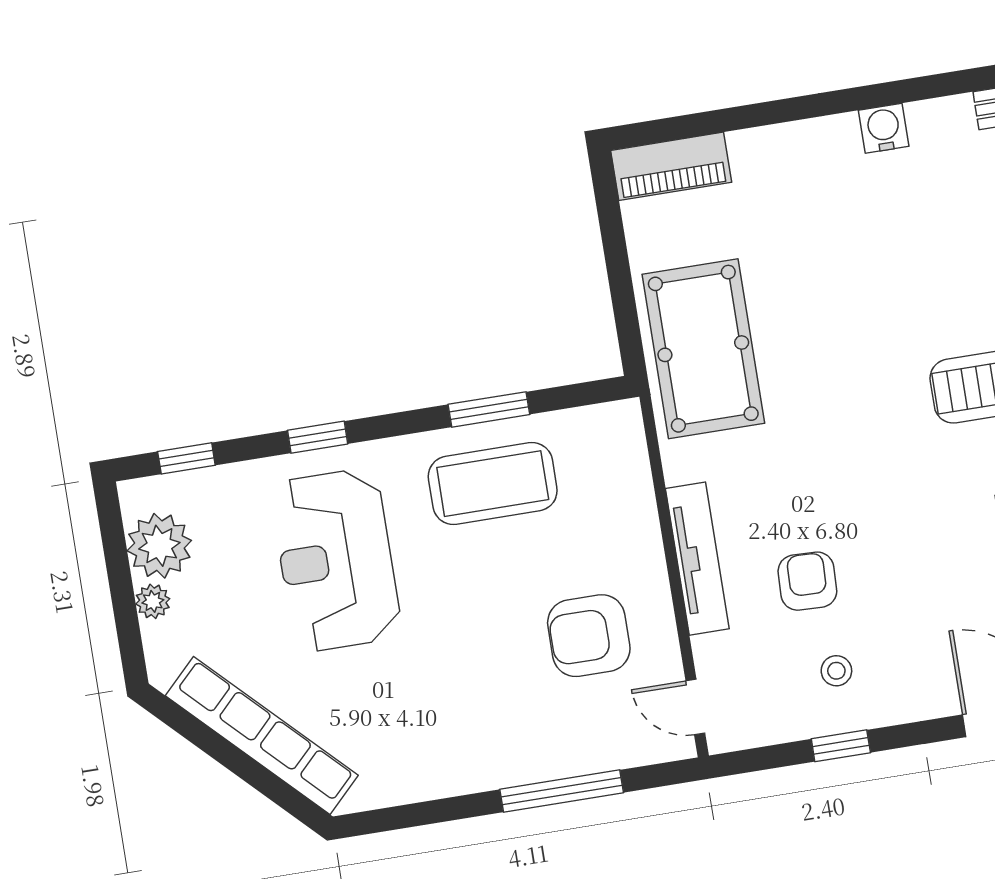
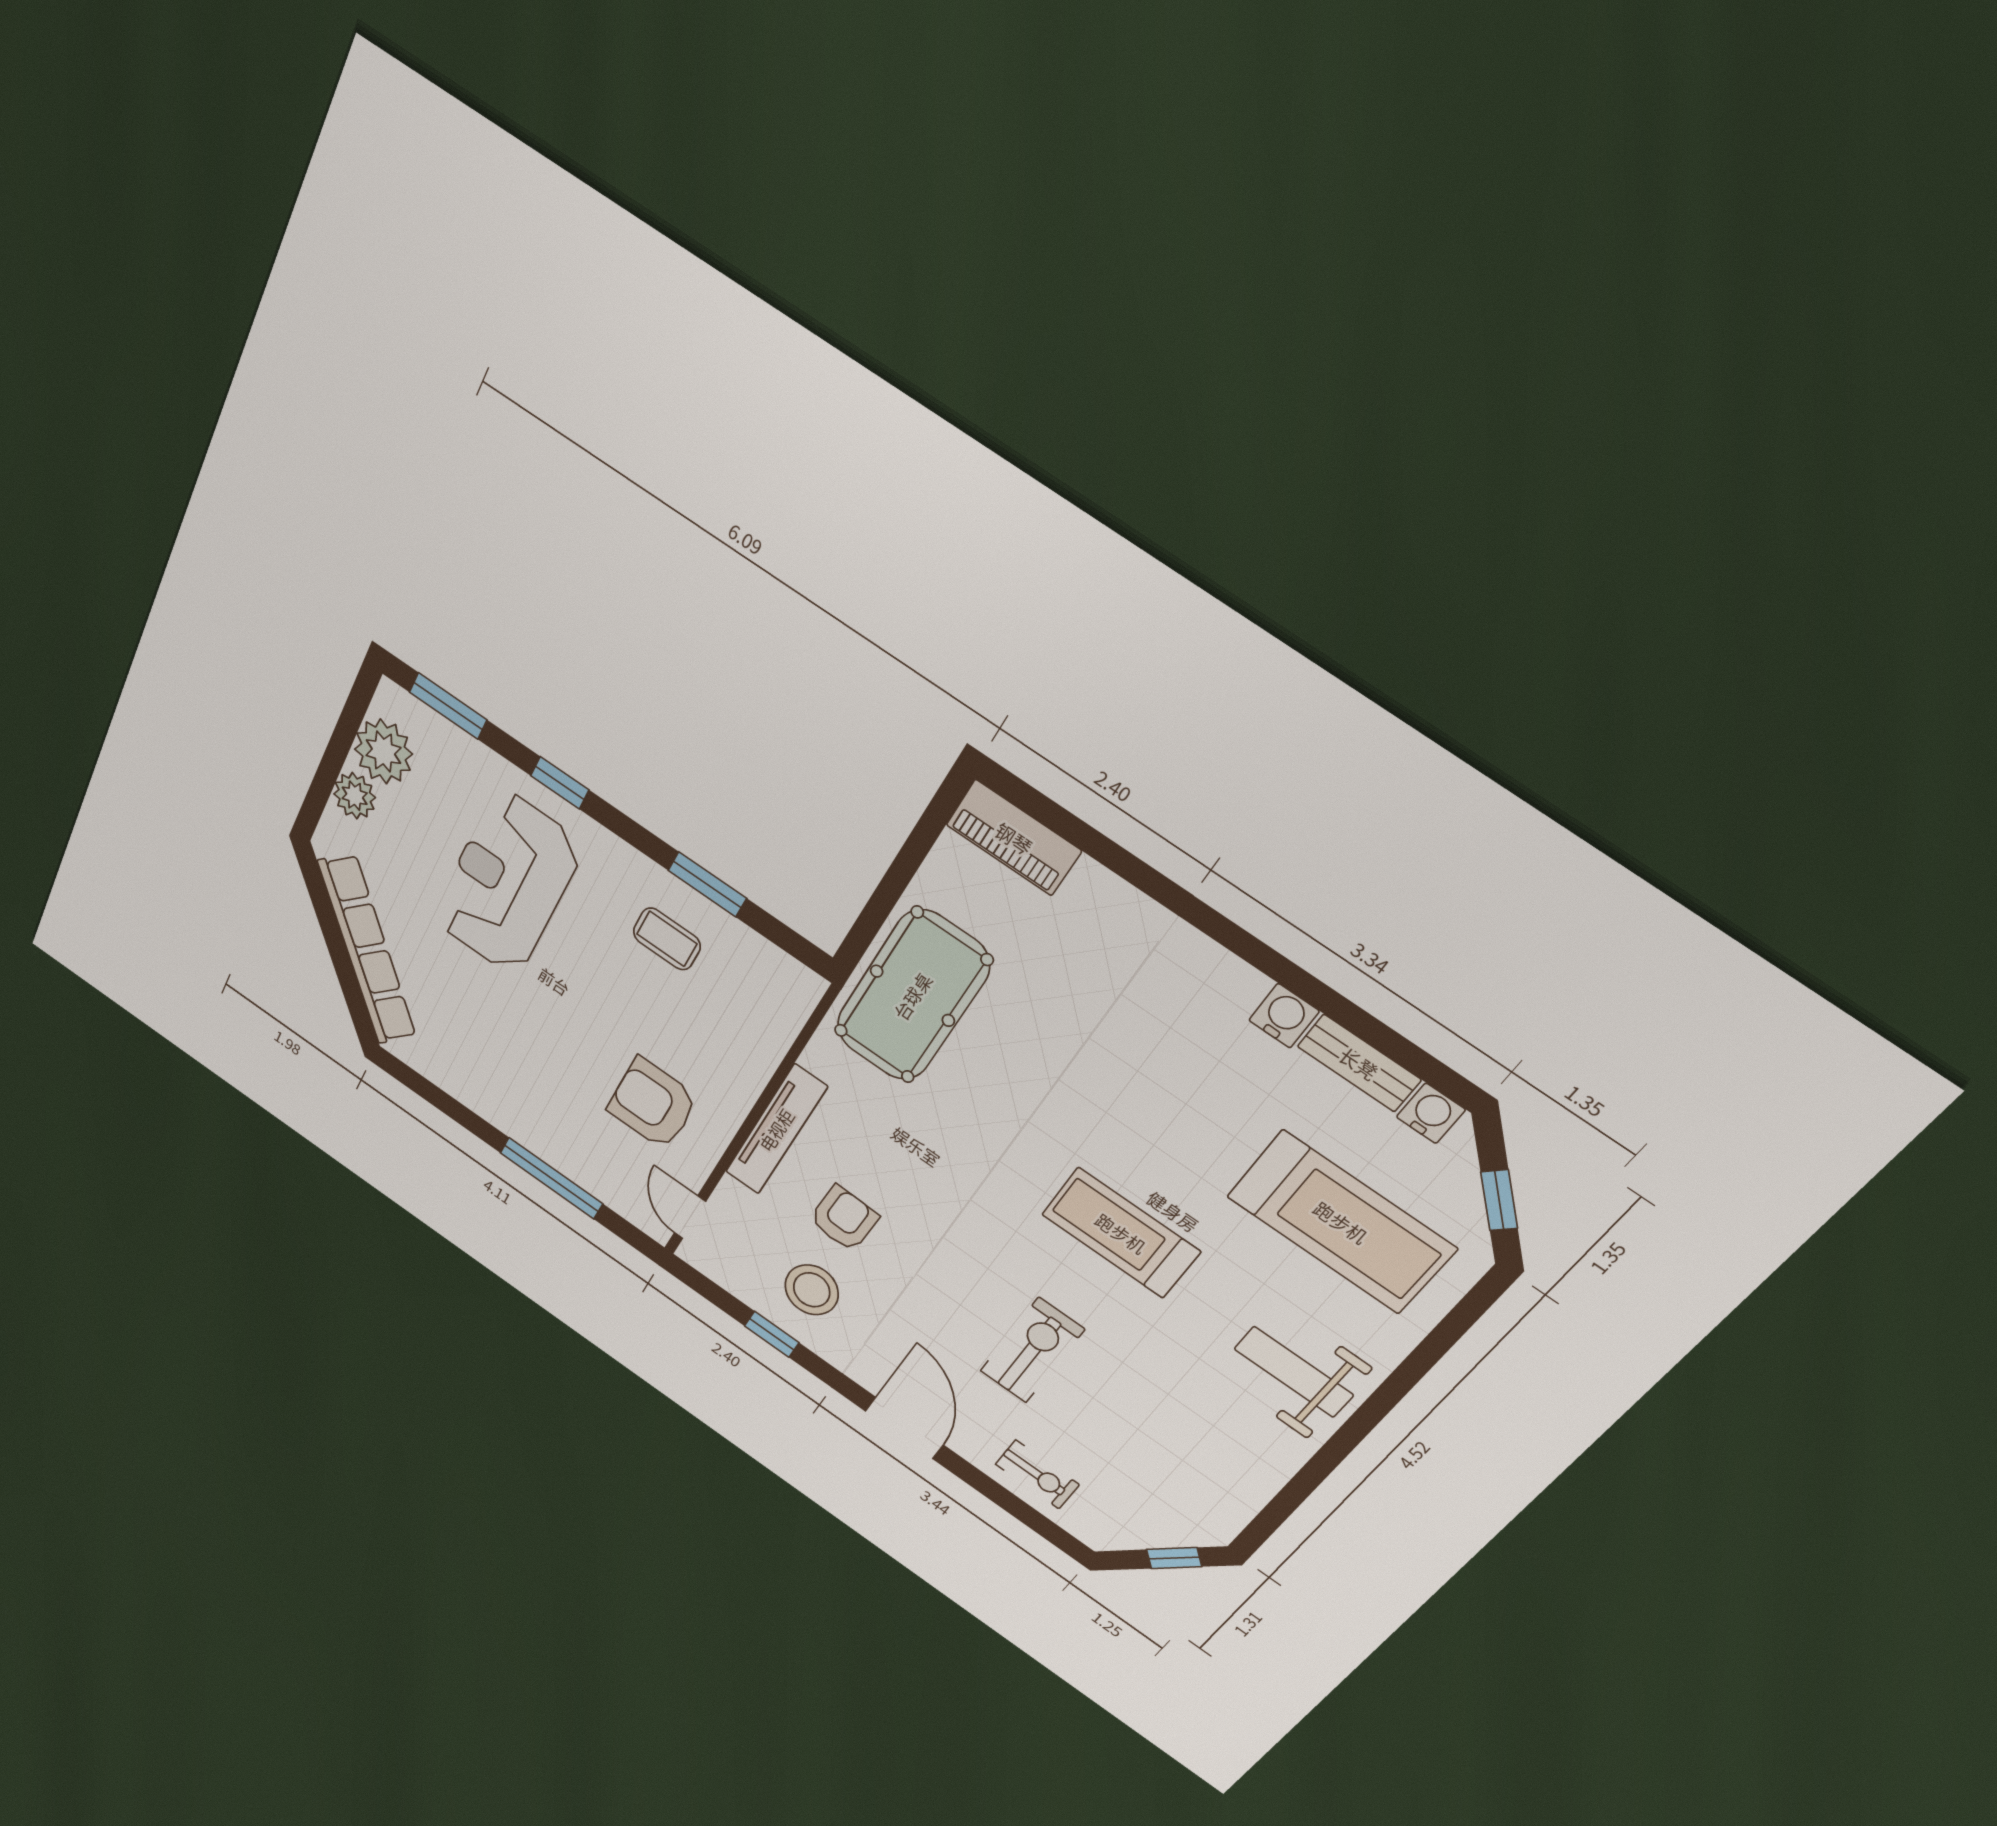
water cooler: (884, 128) -> (1284, 1016), moved
window: (186, 458) -> (448, 706), width x1.50
coffee table: (493, 484) -> (667, 939), width x0.54, depth x0.58
plant: (153, 601) -> (355, 796), width x1.38, depth x1.38
stool: (836, 671) -> (812, 1290), width x1.89, depth x1.89

